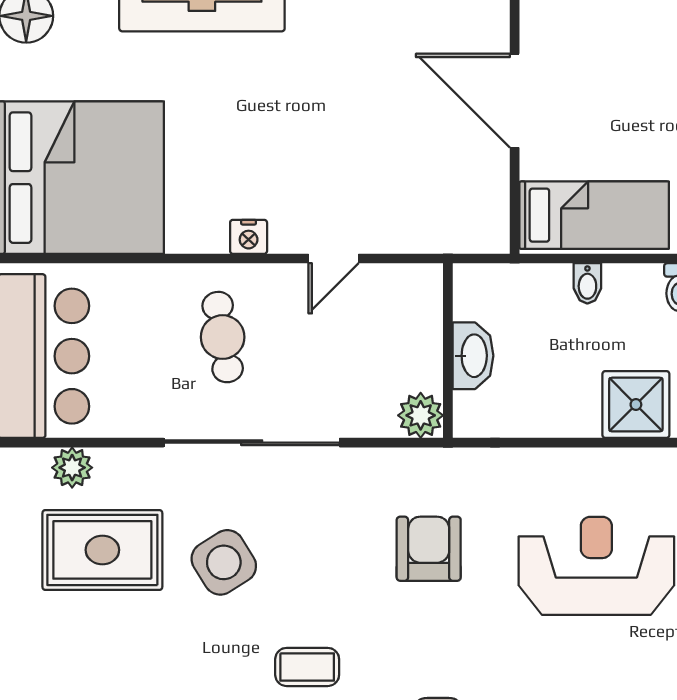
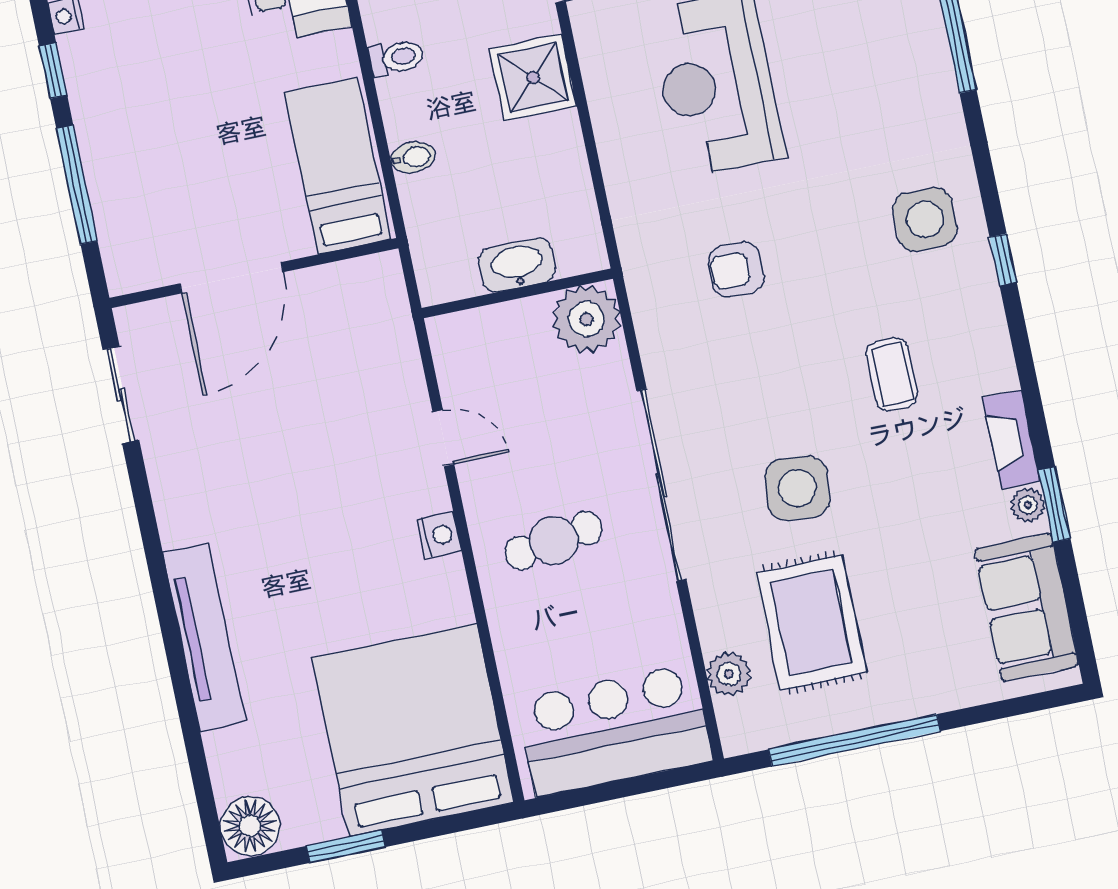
plant: (421, 415) -> (587, 319), width x1.36, depth x1.36
armchair: (429, 549) -> (736, 269), width x0.72, depth x0.72
side table: (224, 562) -> (797, 488), turned 38

